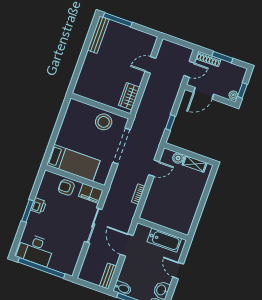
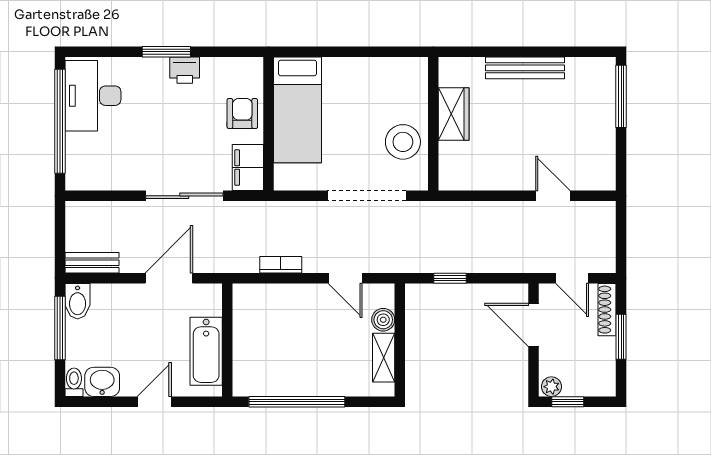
bench: (98, 35) -> (525, 68), moved
wardrobe: (129, 96) -> (454, 114), moved, turned 90
window: (200, 208) -> (297, 402), added

